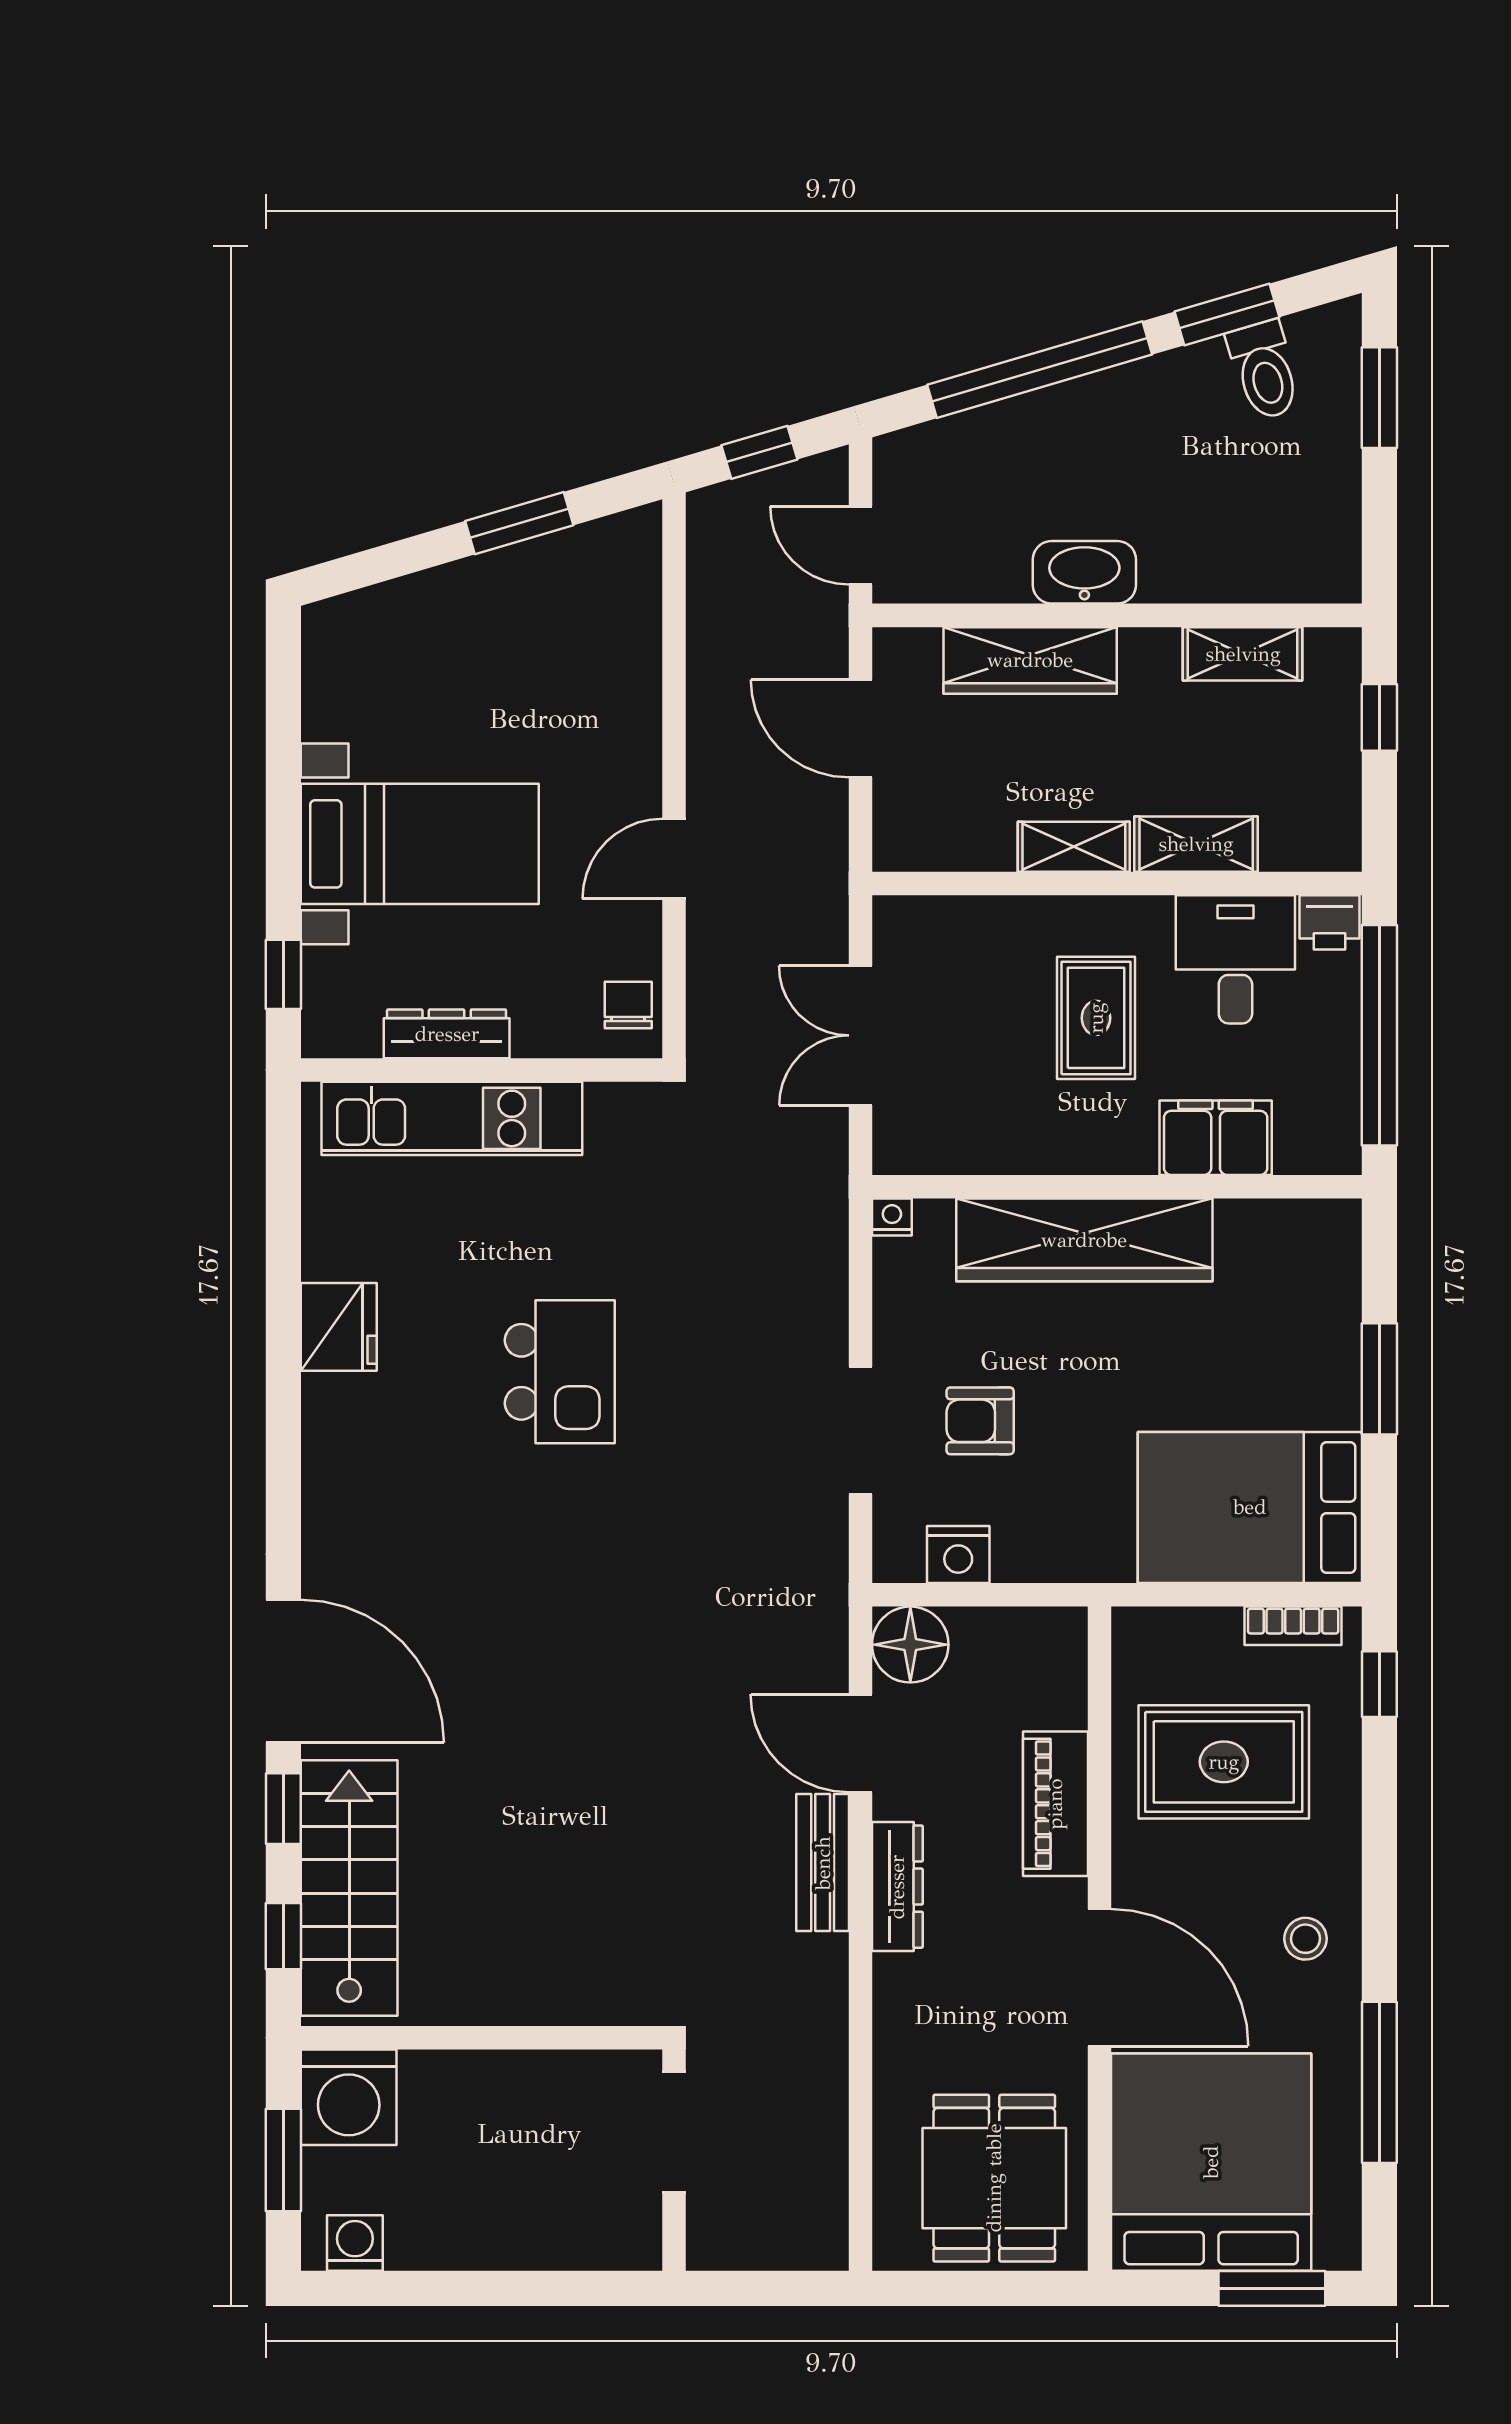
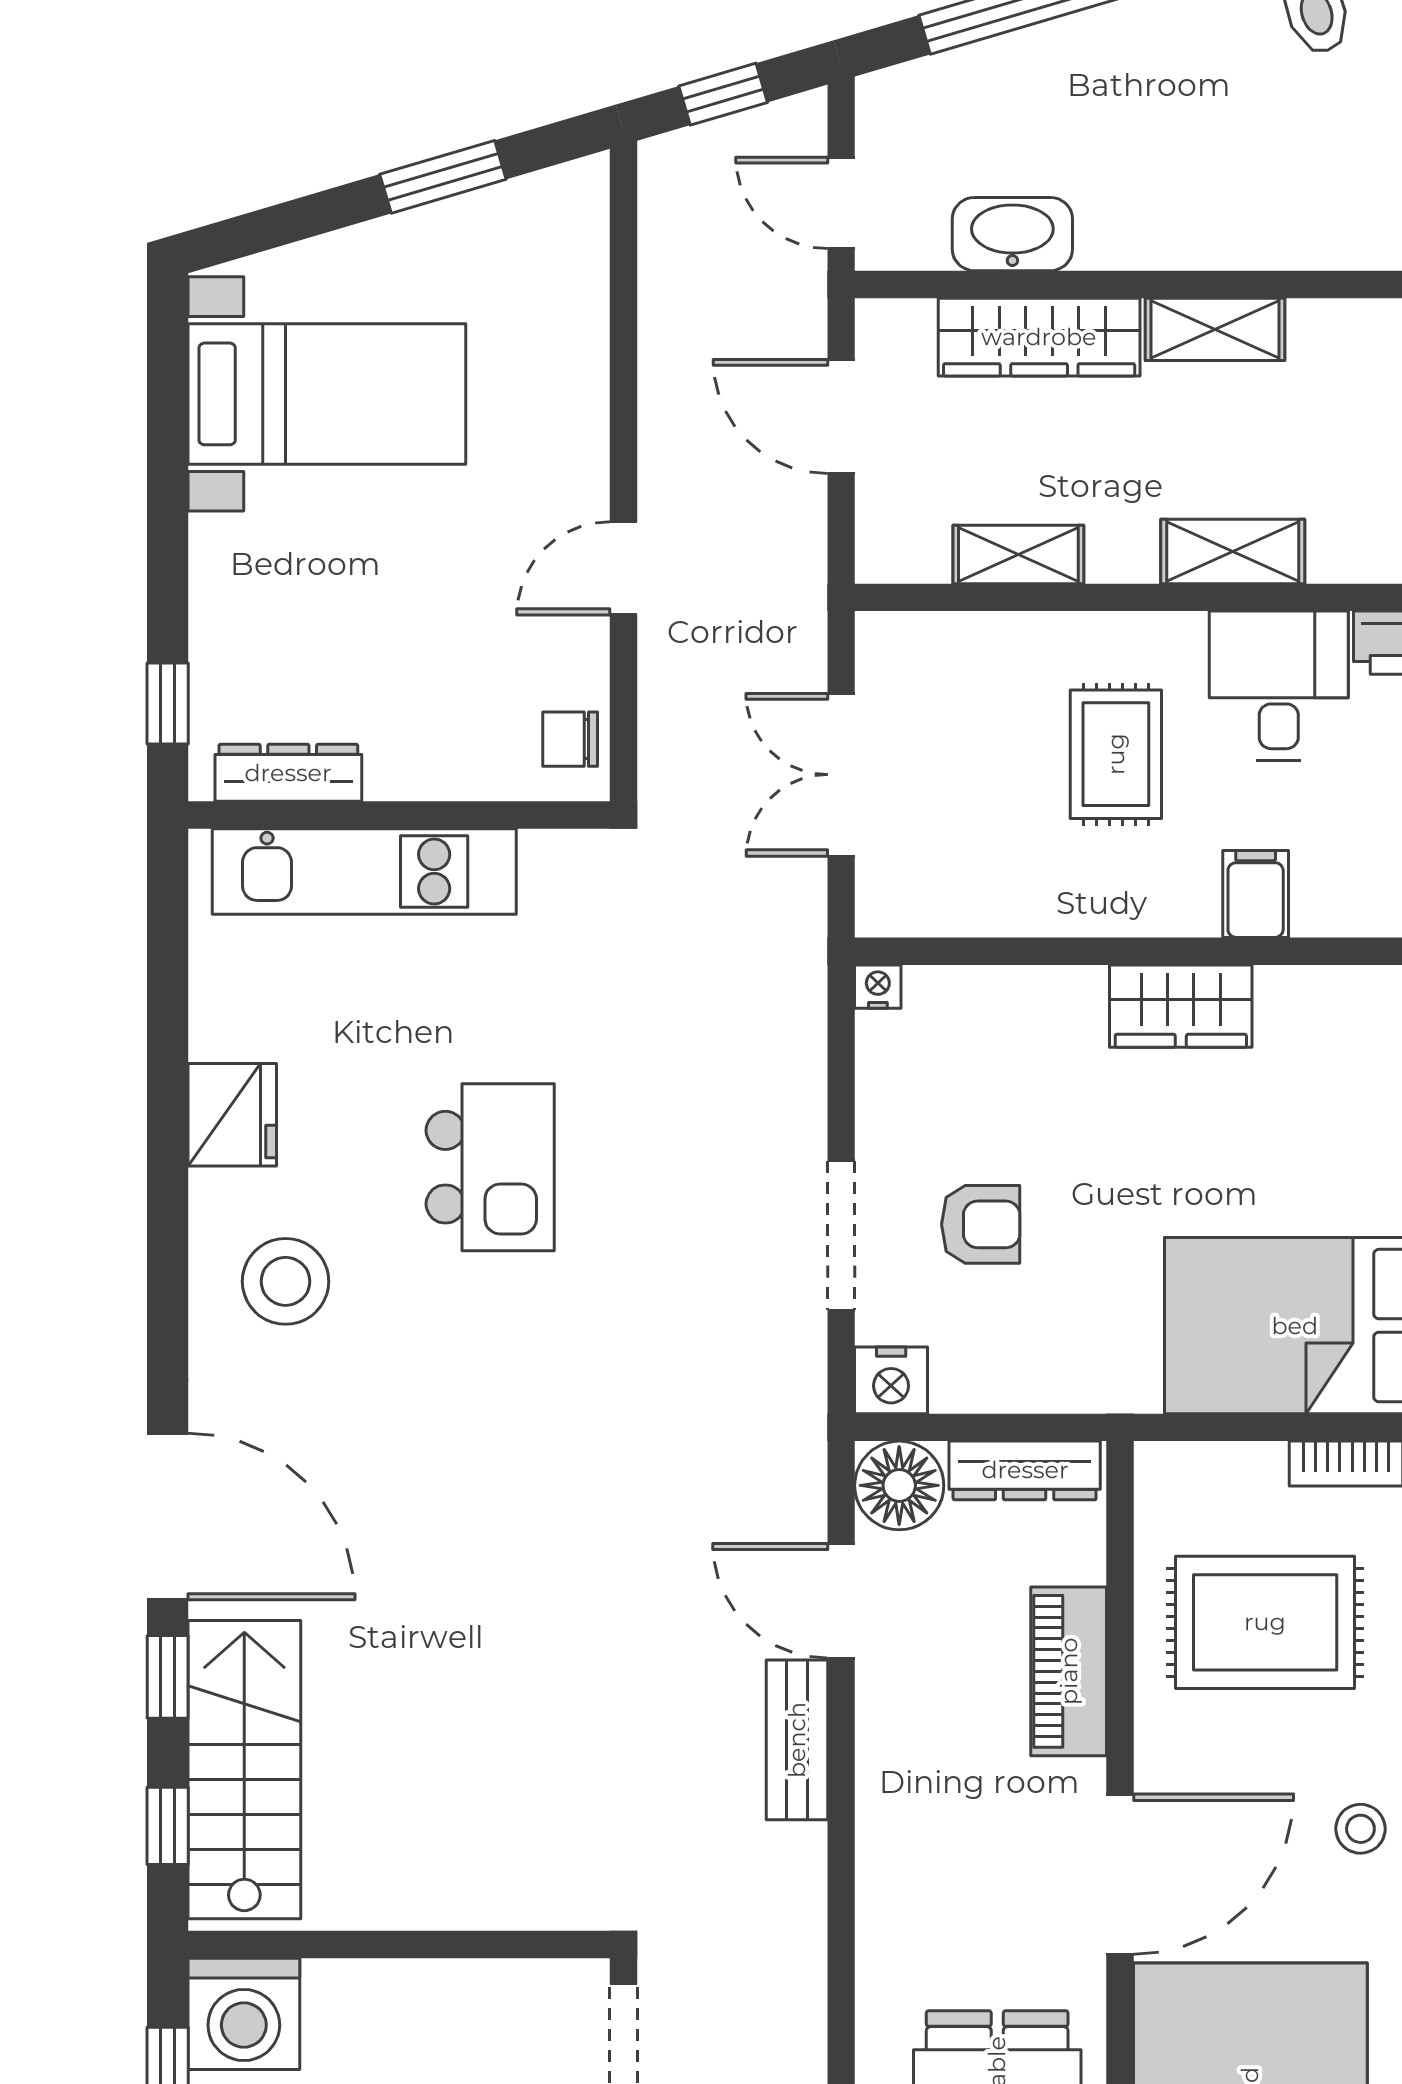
washbasin: (1084, 572) -> (1012, 234), moved
shelving: (1243, 654) -> (1215, 329), moved
bed with nightstands: (420, 844) -> (327, 394), moved
shelving: (1074, 847) -> (1018, 554), moved
chair: (628, 1005) -> (570, 739), turned -90
dresser: (447, 1034) -> (288, 773), moved
filing cabinet: (1216, 1138) -> (1256, 894), width x0.50
wardrobe: (1084, 1240) -> (1181, 1006), width x0.48, depth x0.85
armchair: (980, 1421) -> (981, 1224), turned 180
stool: (384, 1470) -> (286, 1281), added
nightstand: (958, 1554) -> (891, 1380), moved
dresser: (897, 1887) -> (1025, 1470), moved, turned 90
door: (1099, 1978) -> (1120, 1874), hinge flipped

